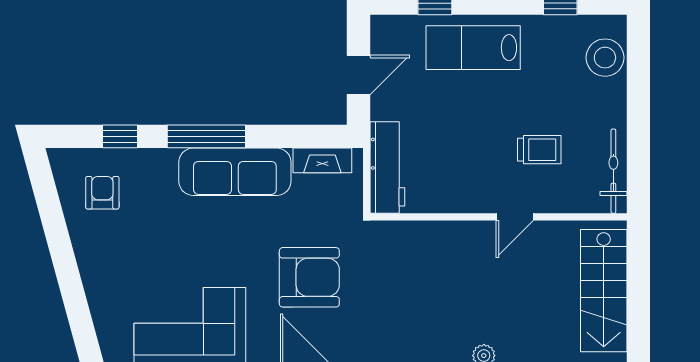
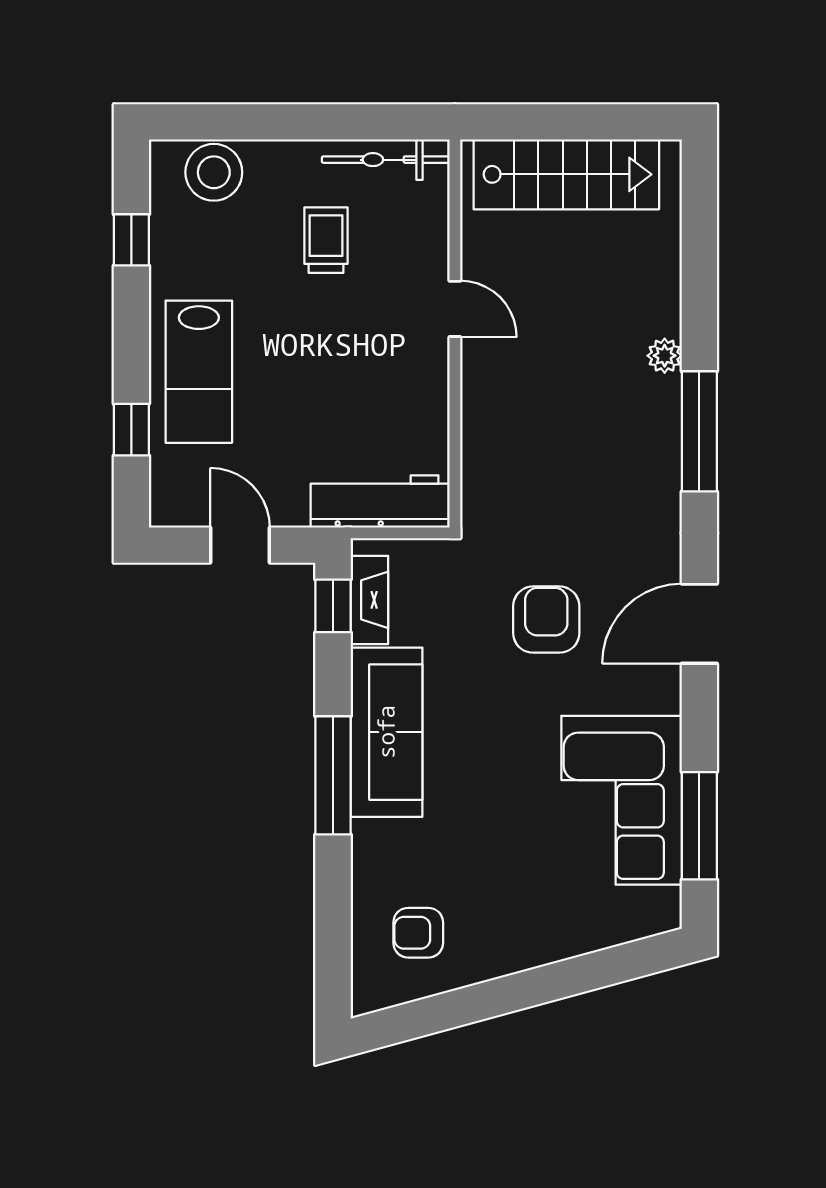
window: (120, 136) -> (333, 606), moved
trolley: (539, 150) -> (326, 240), moved
armchair: (309, 277) -> (546, 620), width x0.73, depth x0.73

